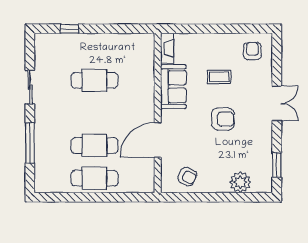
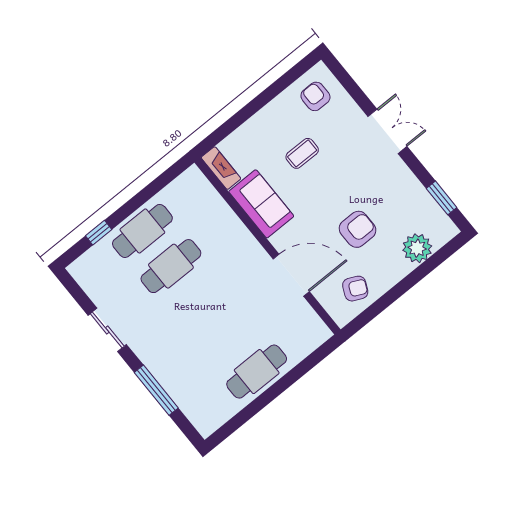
armchair: (223, 119) -> (358, 229), moved
door: (158, 140) -> (291, 275), swing flipped
cafe table: (94, 146) -> (142, 231), moved

